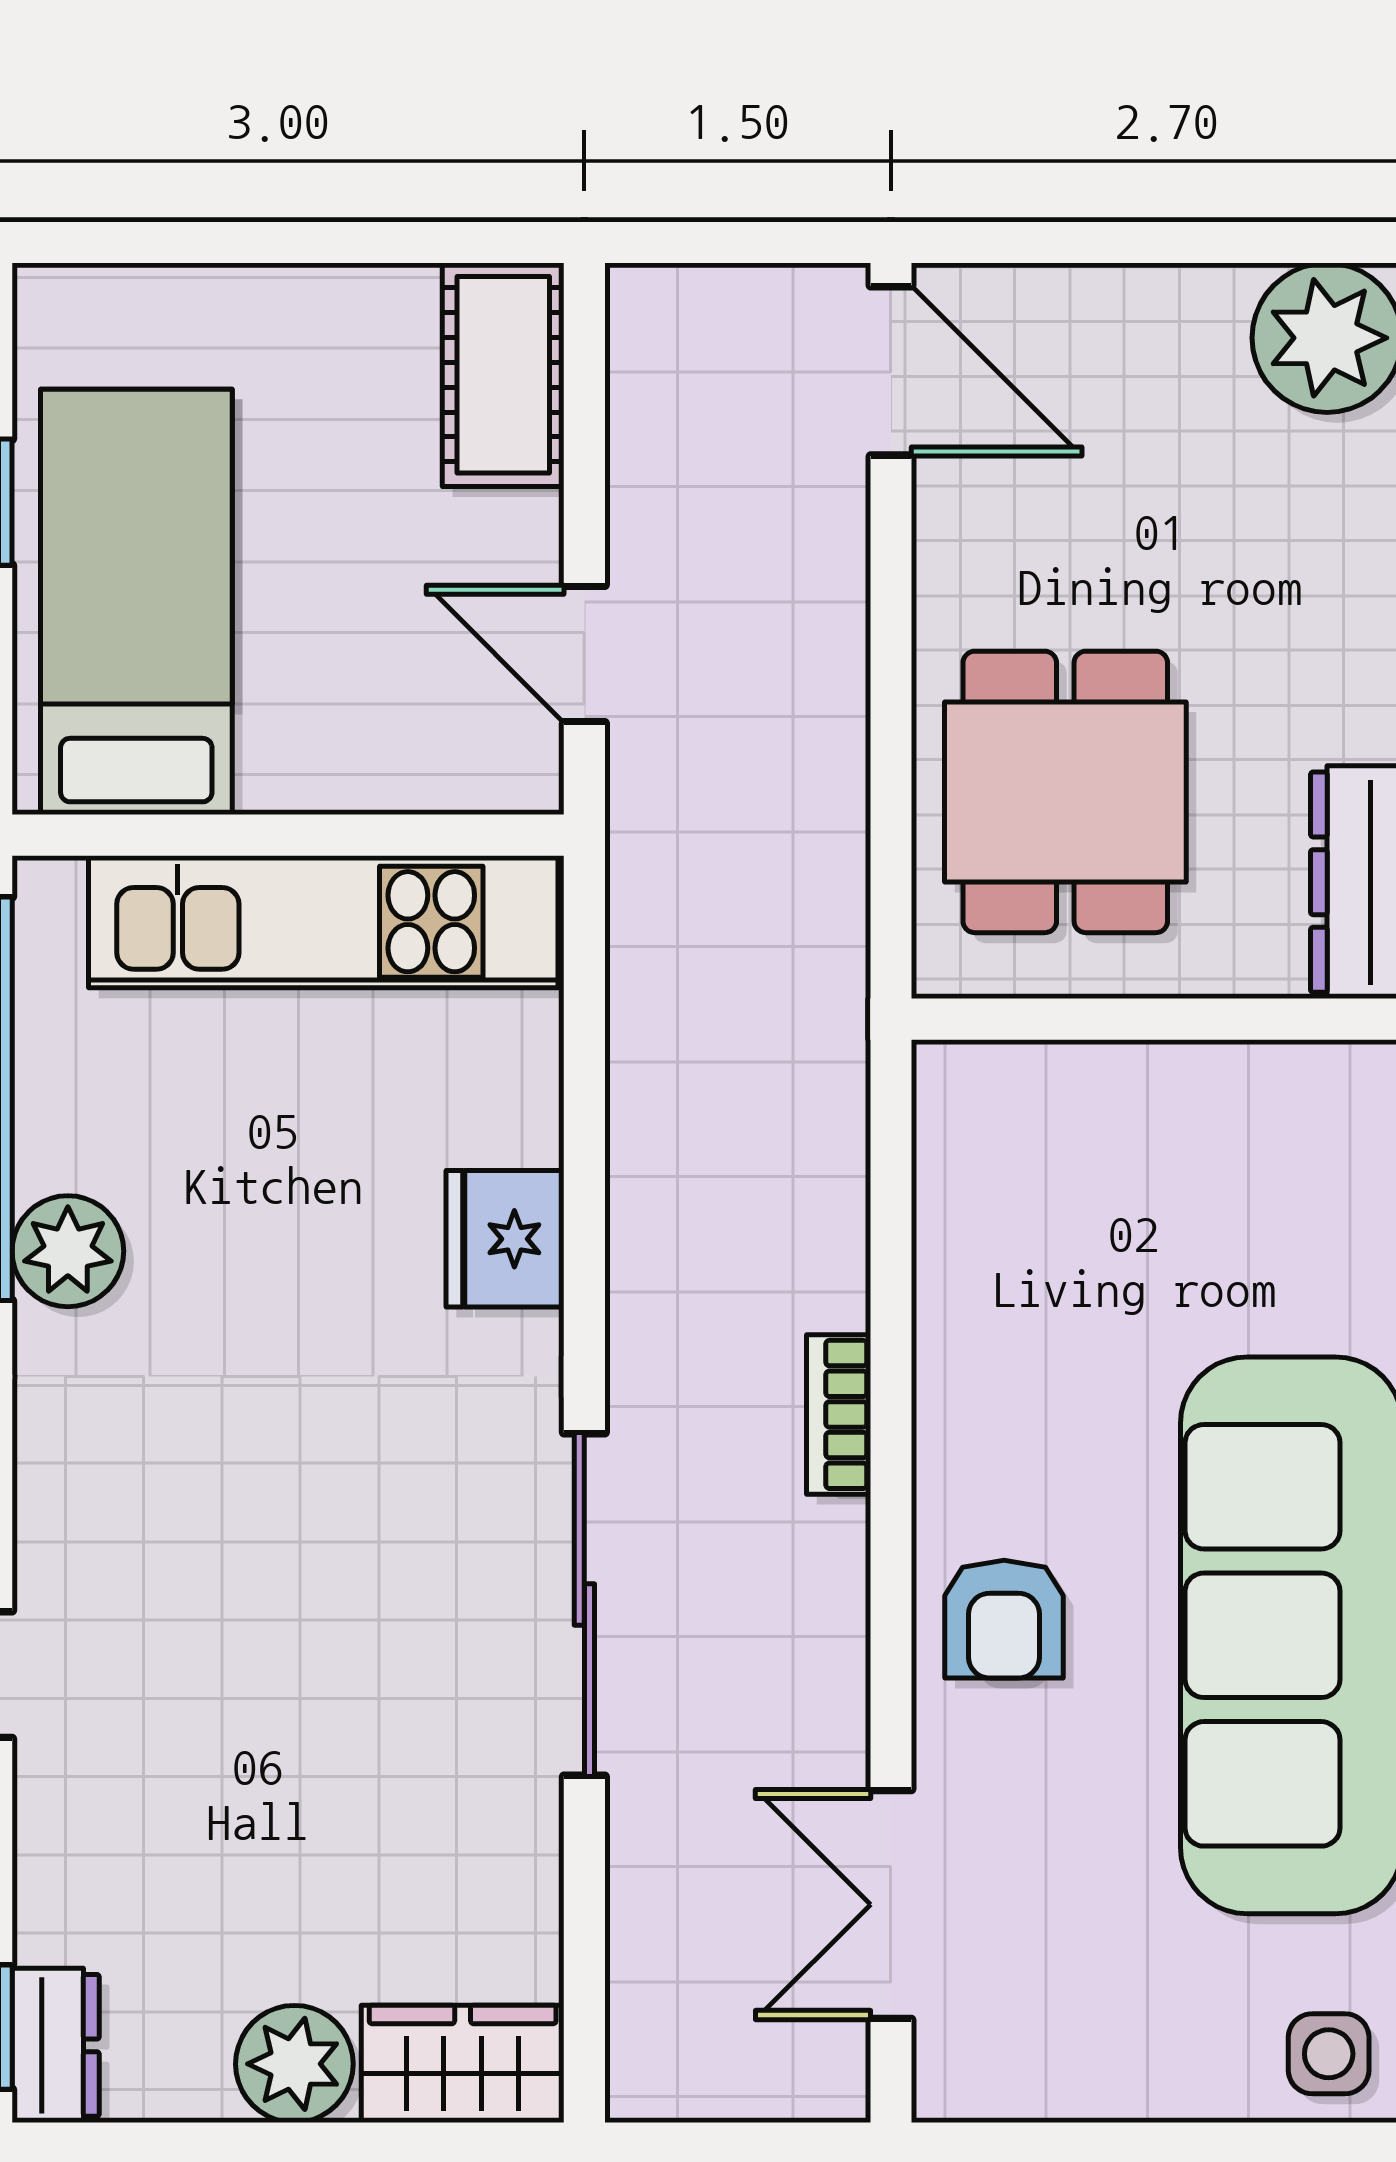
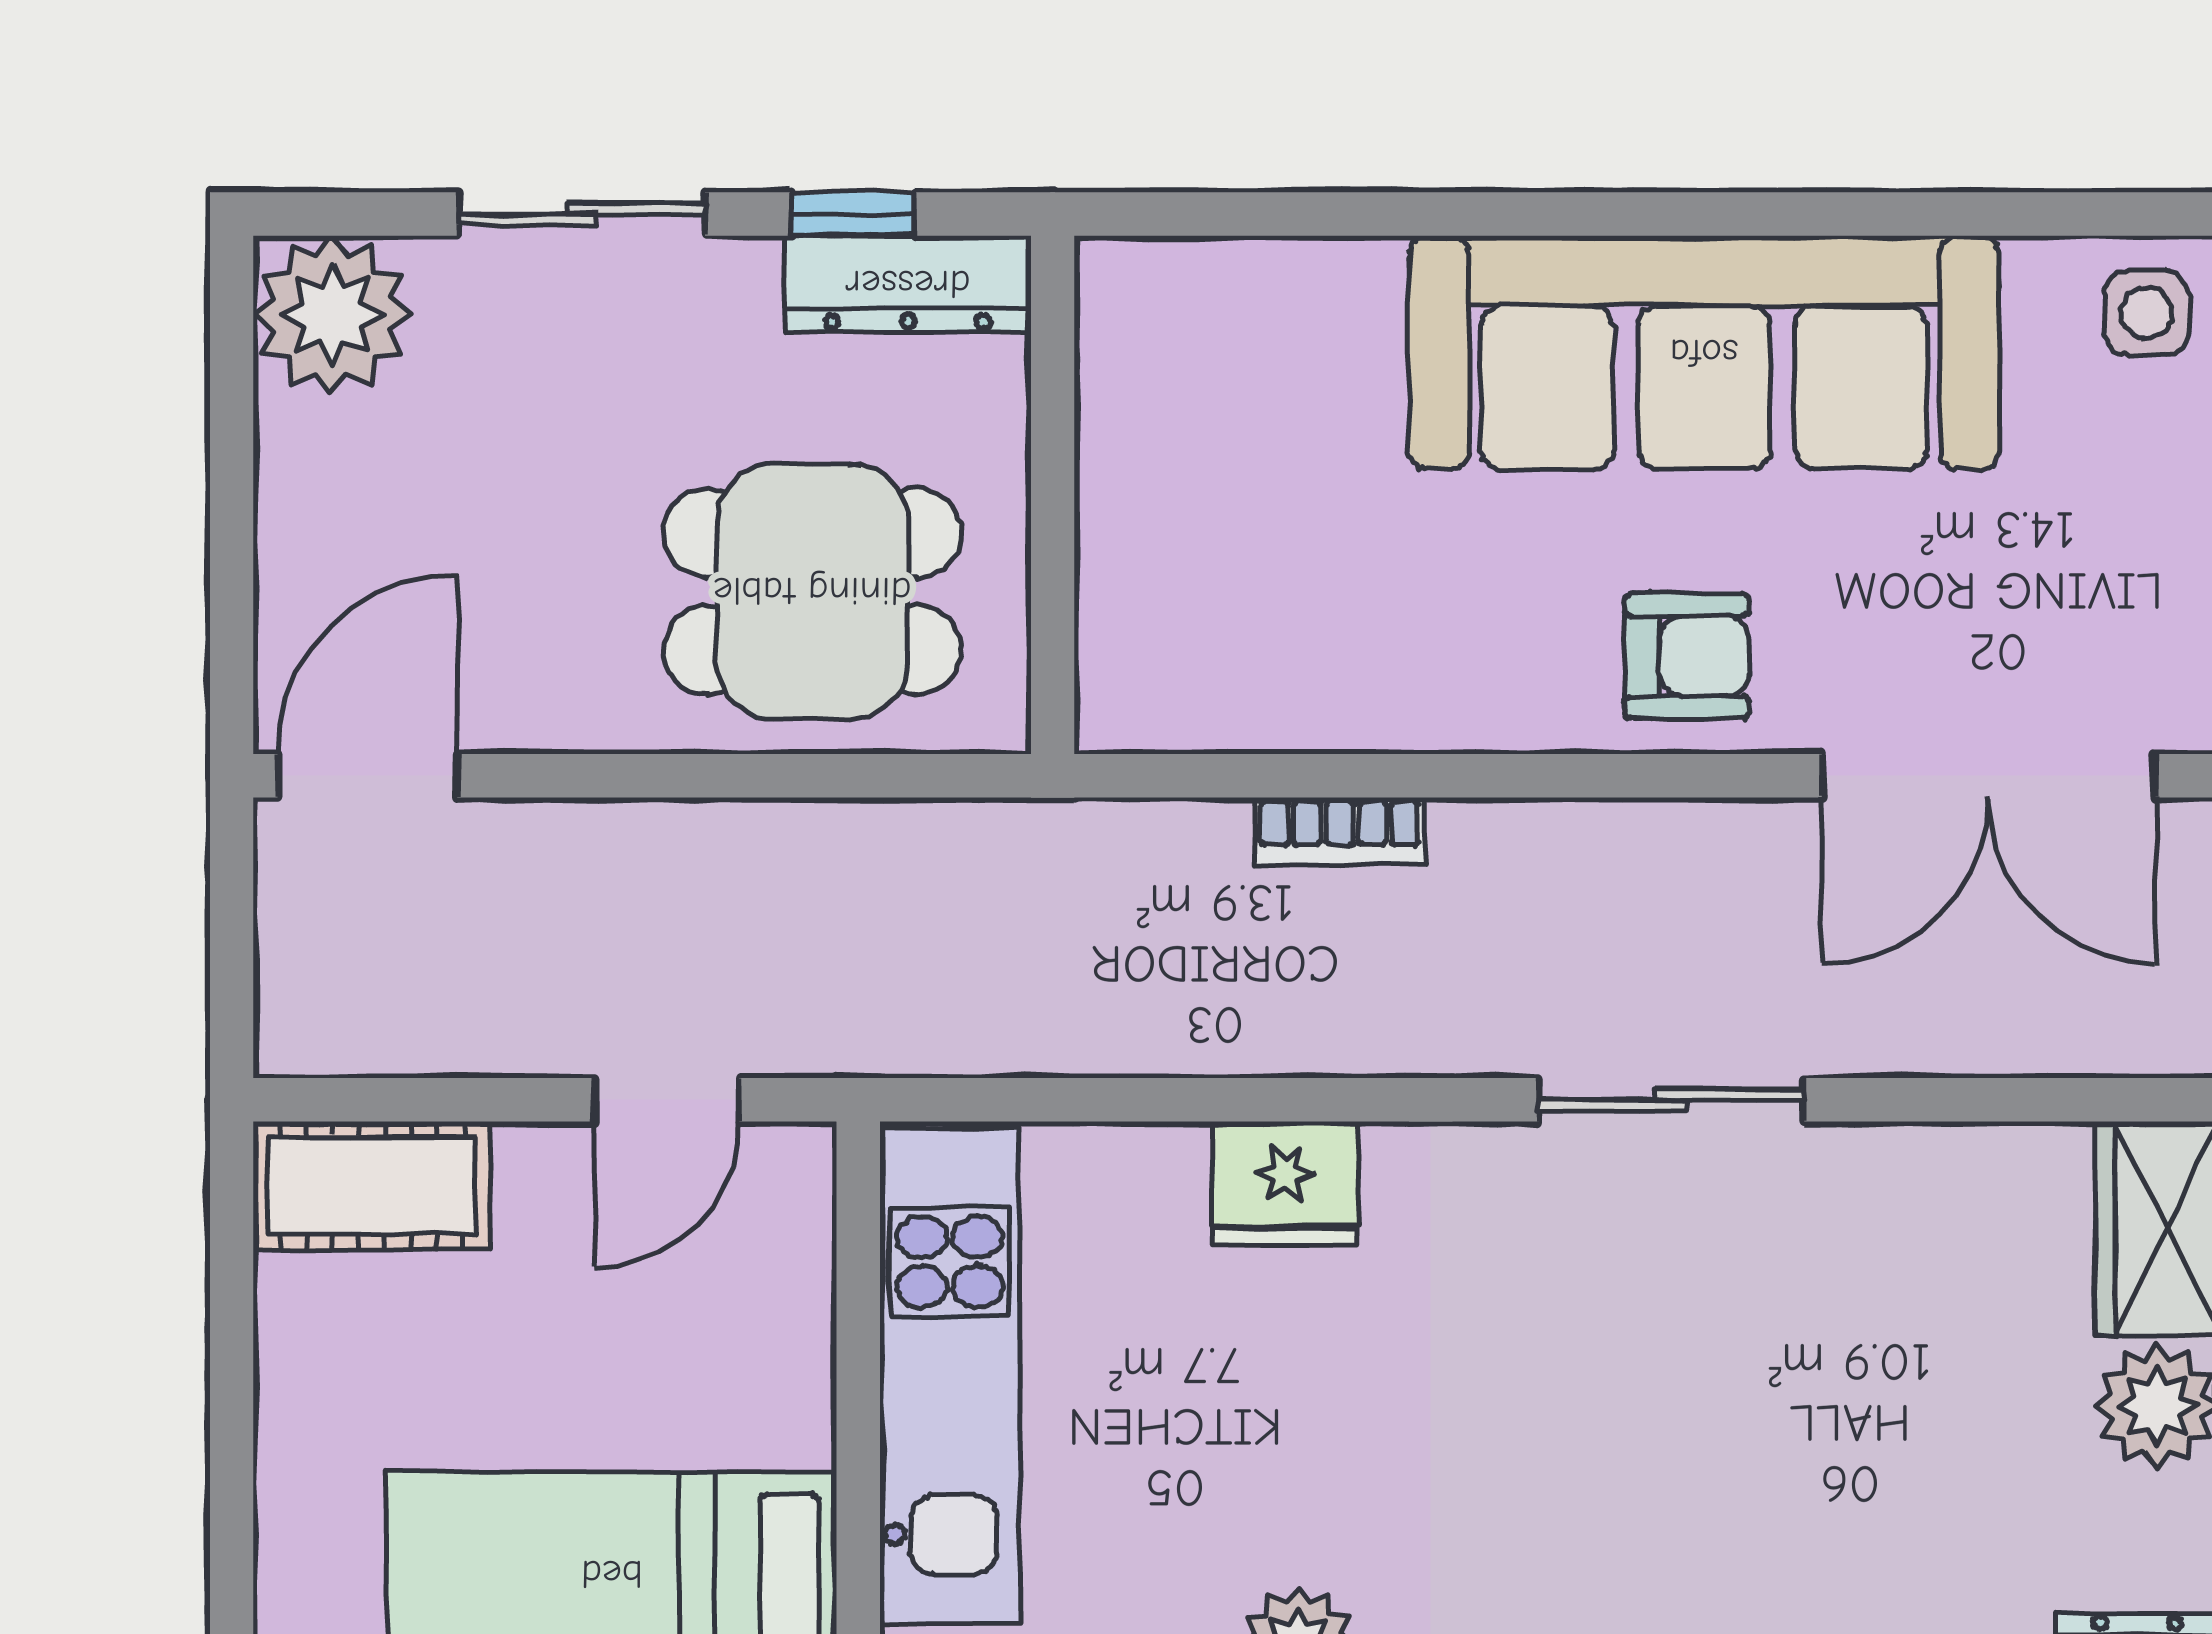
bookcase: (839, 1414) -> (1340, 831), moved
sliding door: (584, 1604) -> (1671, 1100), width x0.73
double door: (891, 1905) -> (1989, 776), width x1.37

